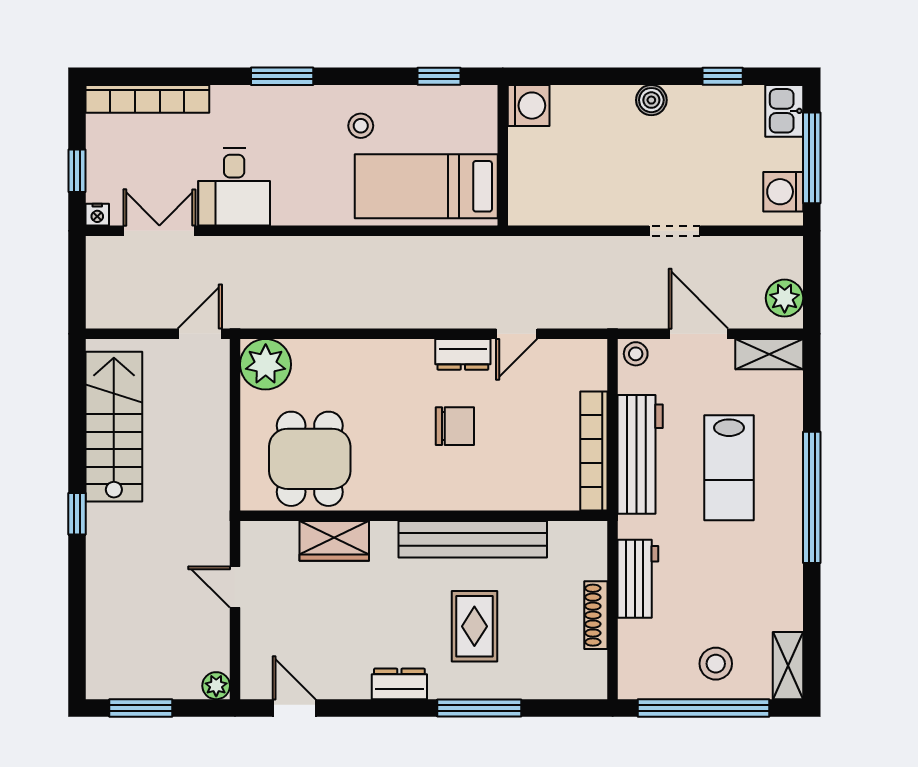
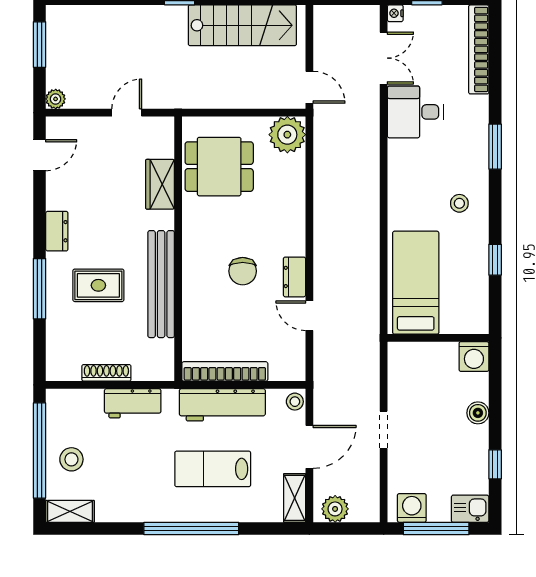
washing machine: (529, 106) -> (474, 357), moved
wall: (503, 155) -> (438, 338), moved
bed: (426, 186) -> (416, 283), moved

